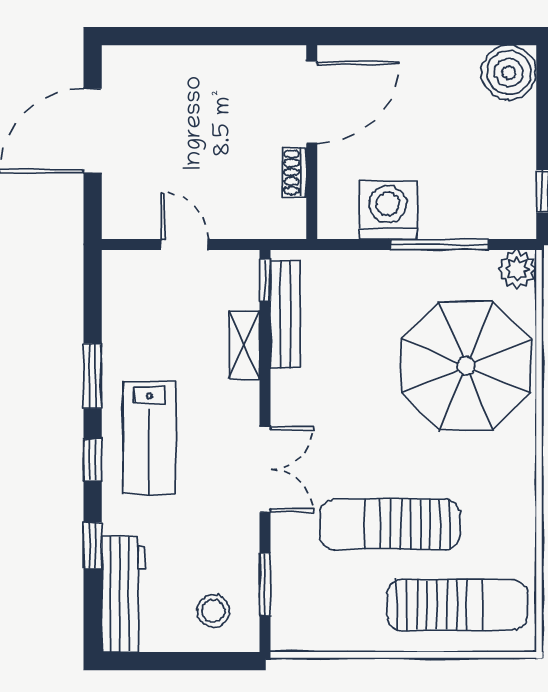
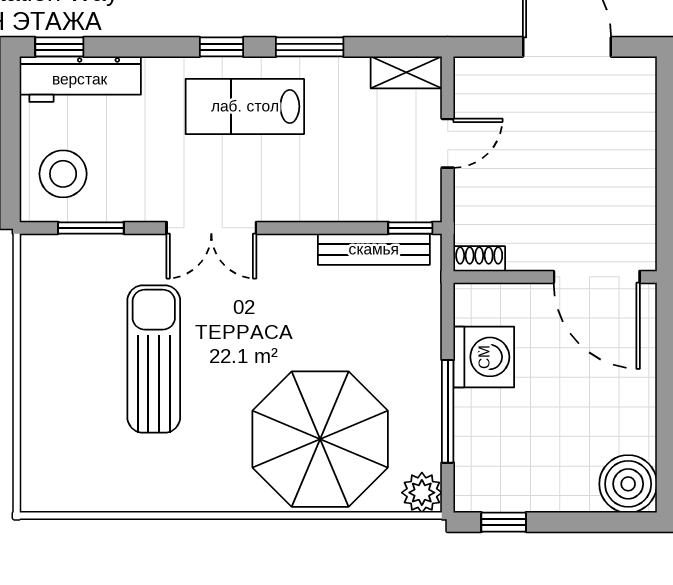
shoe rack: (294, 172) -> (479, 259), moved
shelving: (244, 345) -> (406, 72), moved
window: (93, 545) -> (59, 47), moved
sun lounger: (457, 605) -> (69, 430), removed
stool: (214, 611) -> (63, 174), width x1.38, depth x1.38

